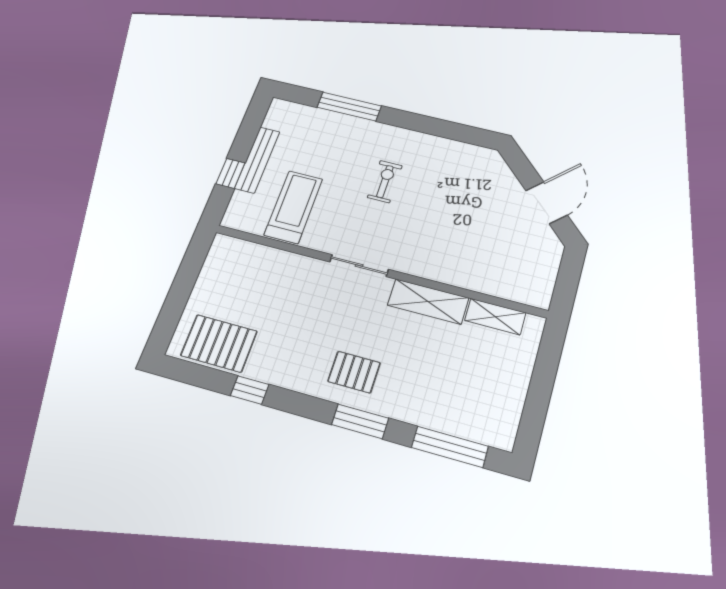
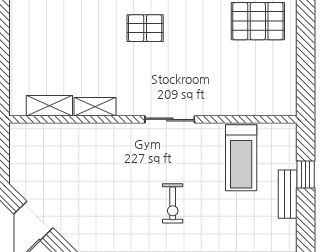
bench: (257, 160) -> (288, 194), width x0.73
shelving: (428, 301) -> (95, 107), width x0.67, depth x0.75

